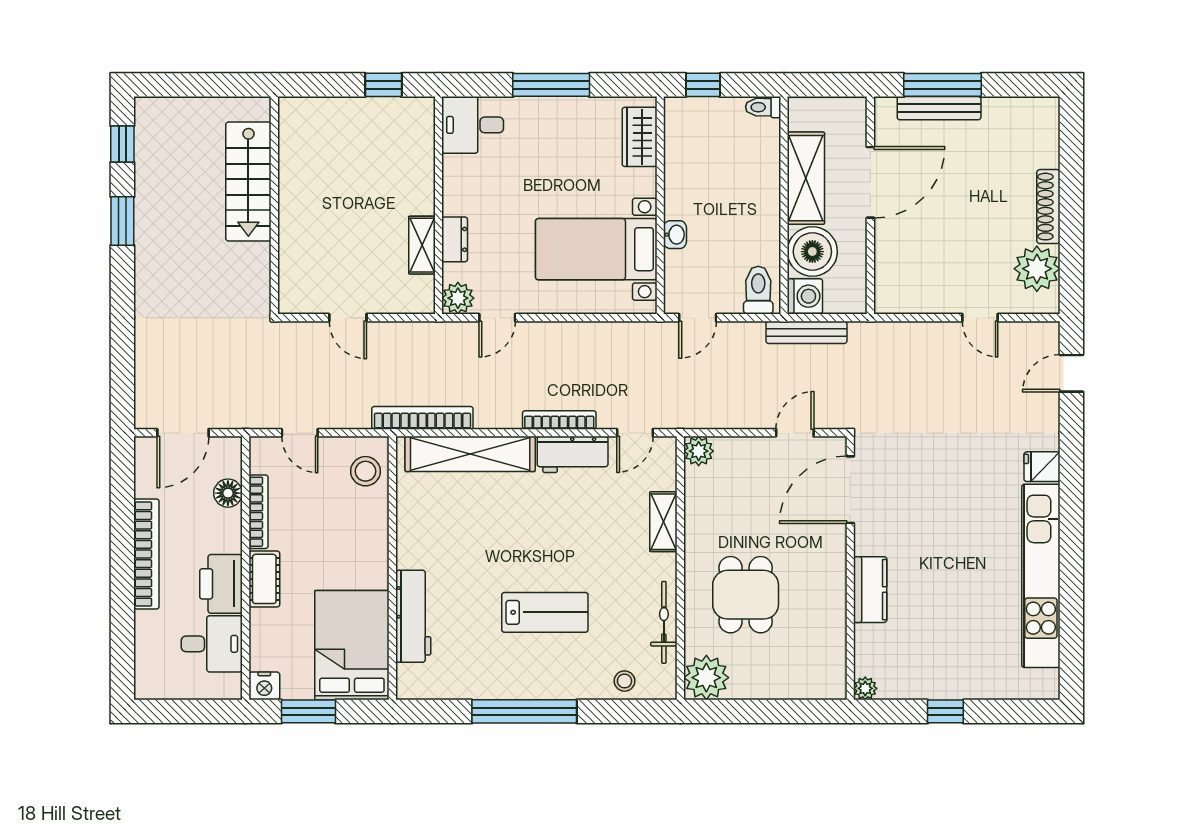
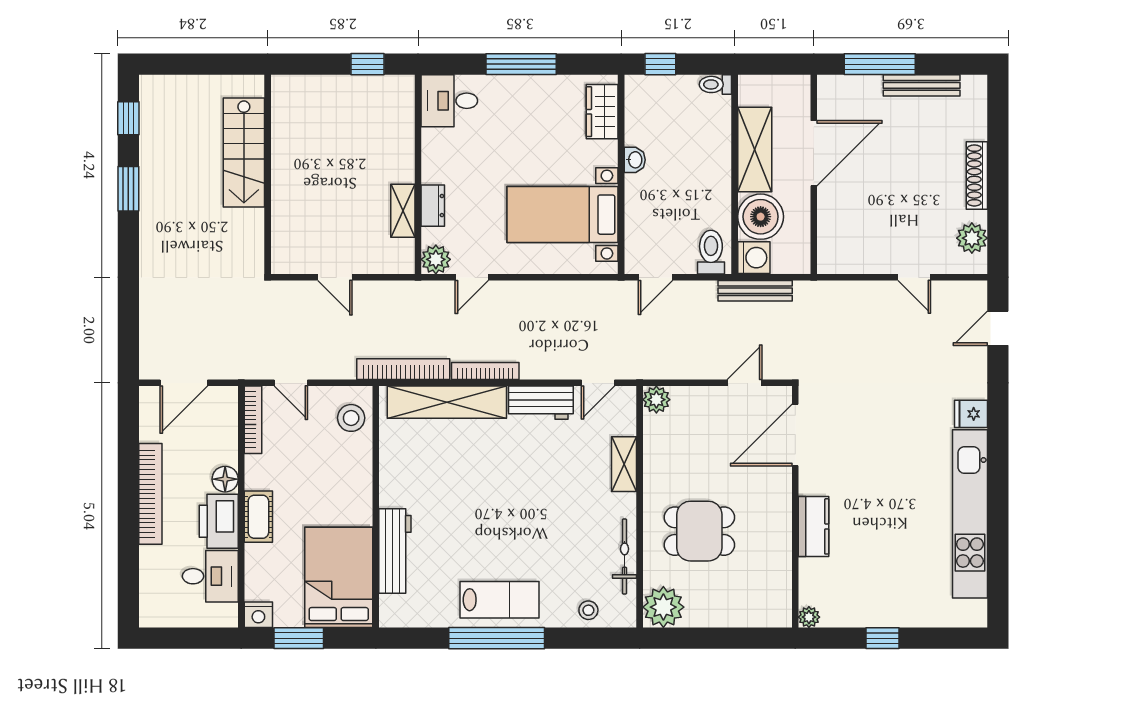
bench: (939, 108) -> (922, 85), moved
washbasin: (675, 235) -> (635, 160), moved
plant: (1037, 269) -> (972, 238), width x0.73, depth x0.73
bookcase: (559, 420) -> (485, 371), moved
floor lamp: (228, 493) -> (225, 479), moved
bookcase: (258, 512) -> (253, 420), moved
dining table: (746, 595) -> (699, 531), turned 90
lab bench: (545, 612) -> (500, 600), moved

